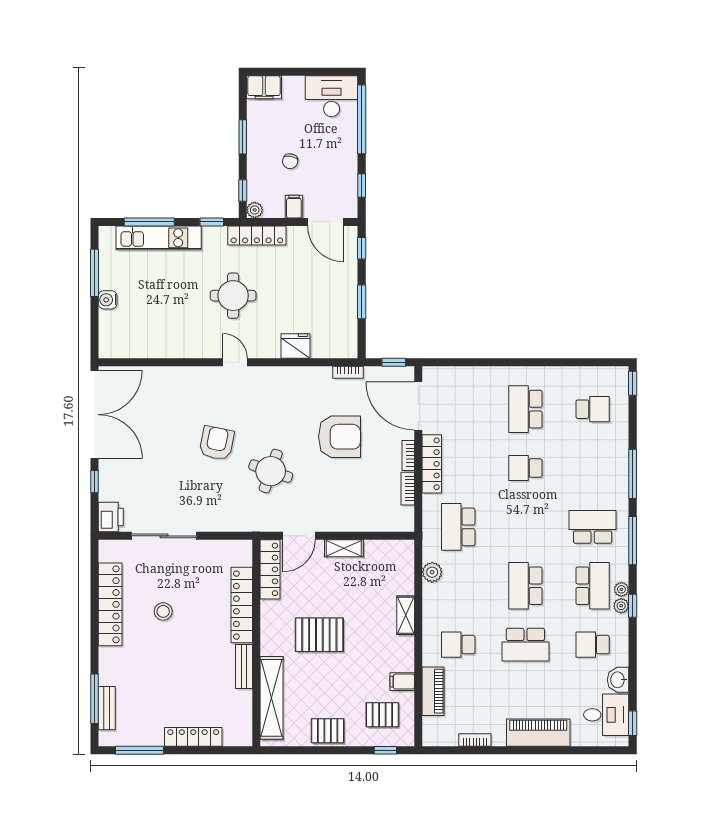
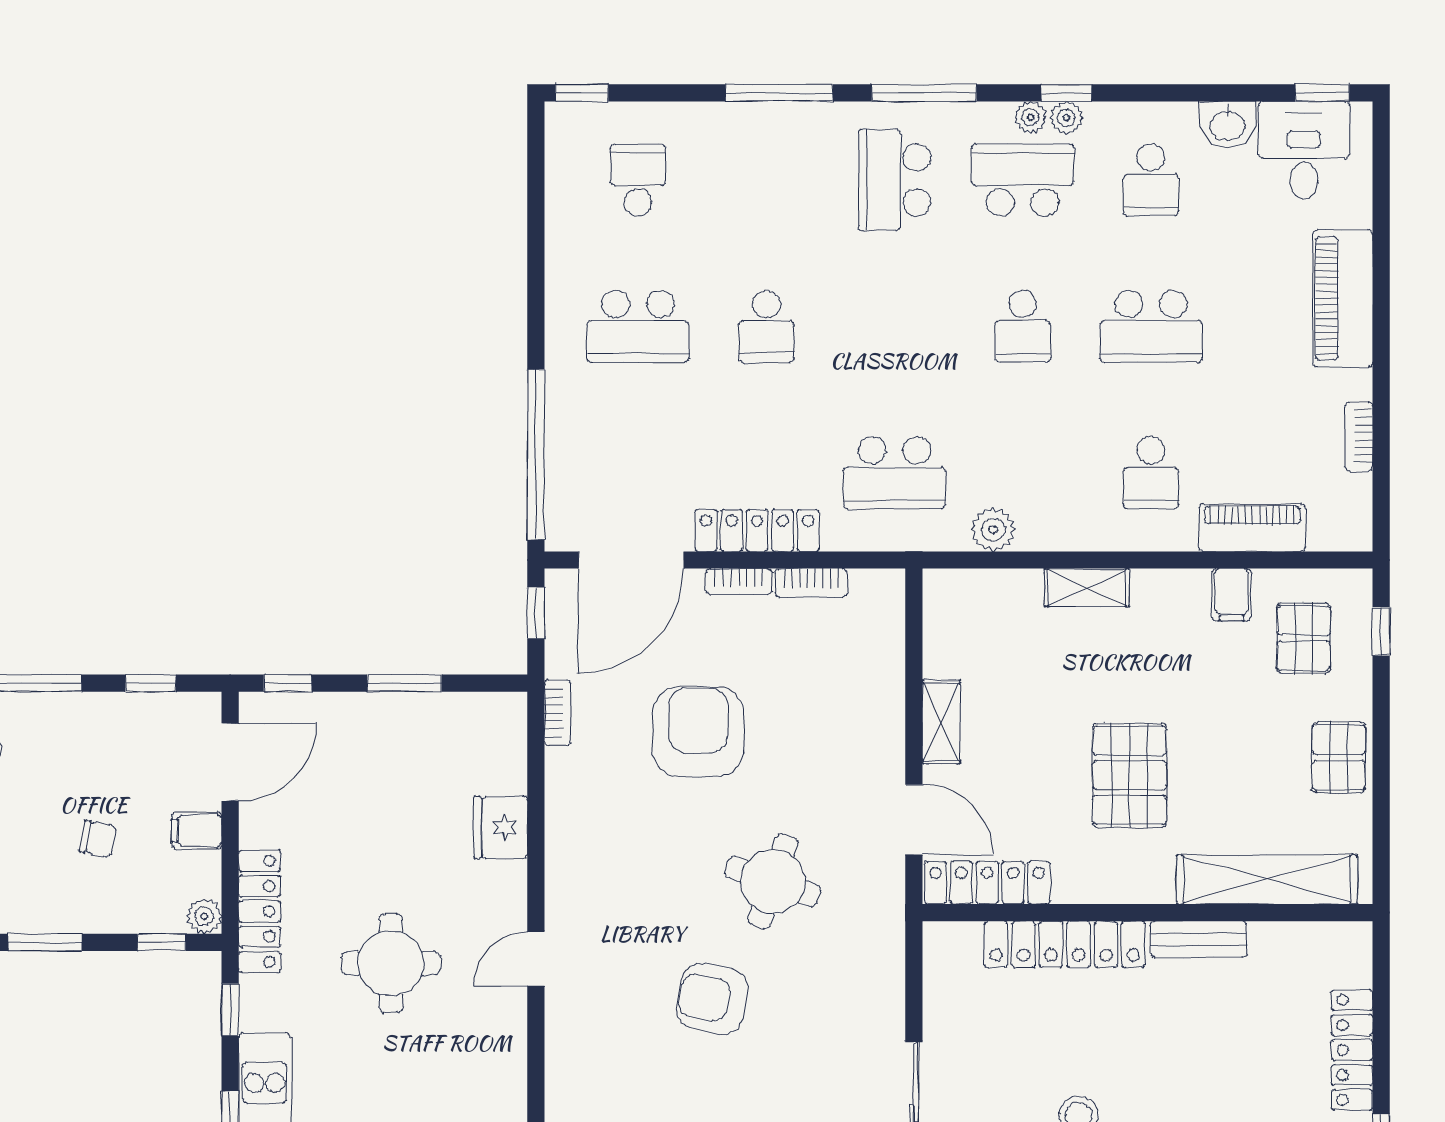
window: (467, 362) -> (536, 455), added
school desk: (525, 586) -> (1023, 326), width x0.54
school desk: (525, 645) -> (1151, 326), turned 90

